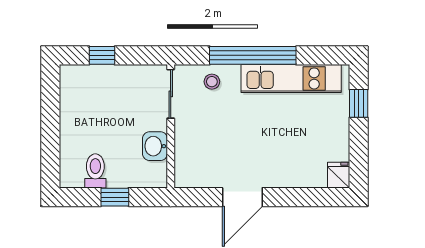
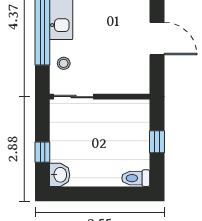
washbasin: (155, 146) -> (60, 175), moved, turned -90
toilet: (95, 171) -> (136, 178), moved

